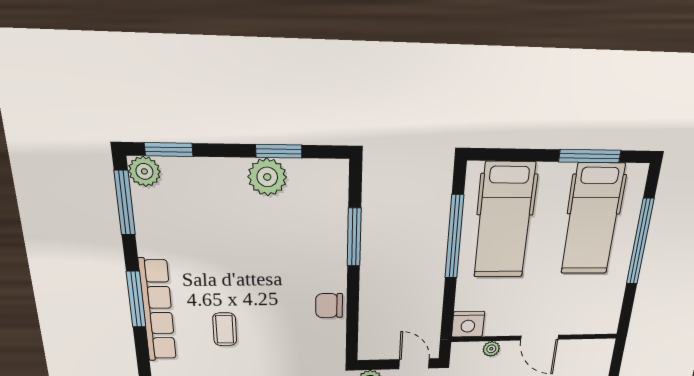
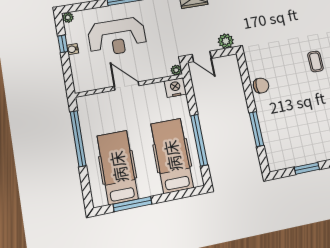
plant: (267, 177) -> (310, 153), removed
window: (640, 242) -> (78, 139), moved
plant: (491, 349) -> (176, 70), moved

